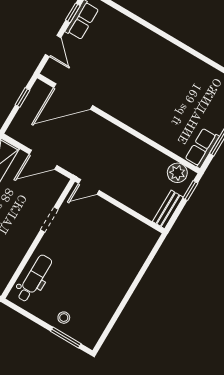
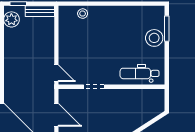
stool: (137, 255) -> (83, 14), added
stool: (64, 318) -> (154, 38), width x1.89, depth x1.89

